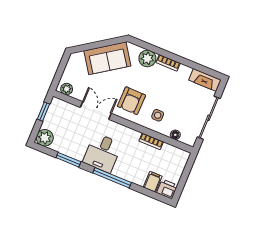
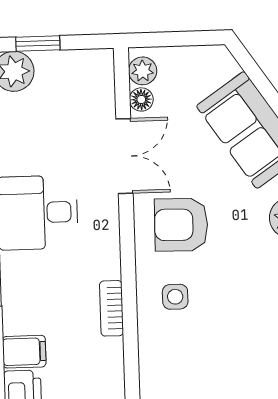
window: (43, 112) -> (38, 43), moved
floor lamp: (175, 135) -> (141, 99), moved

